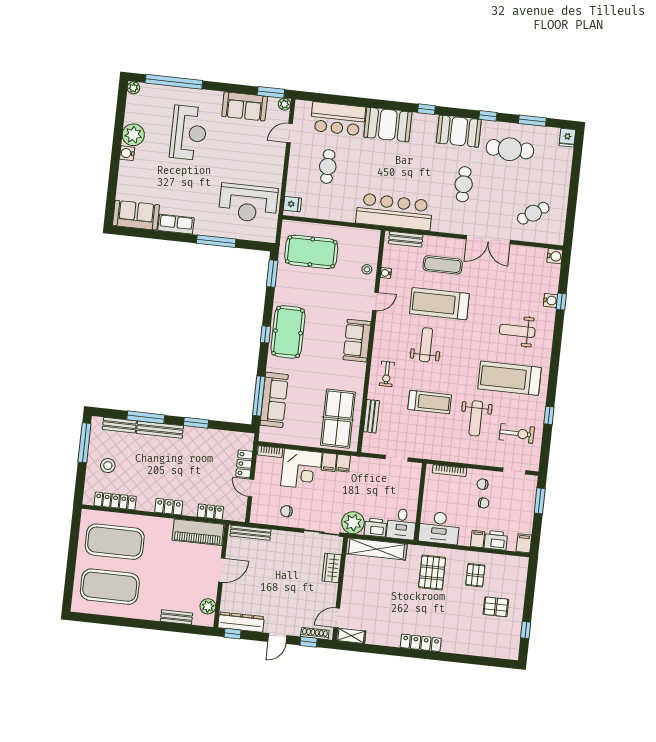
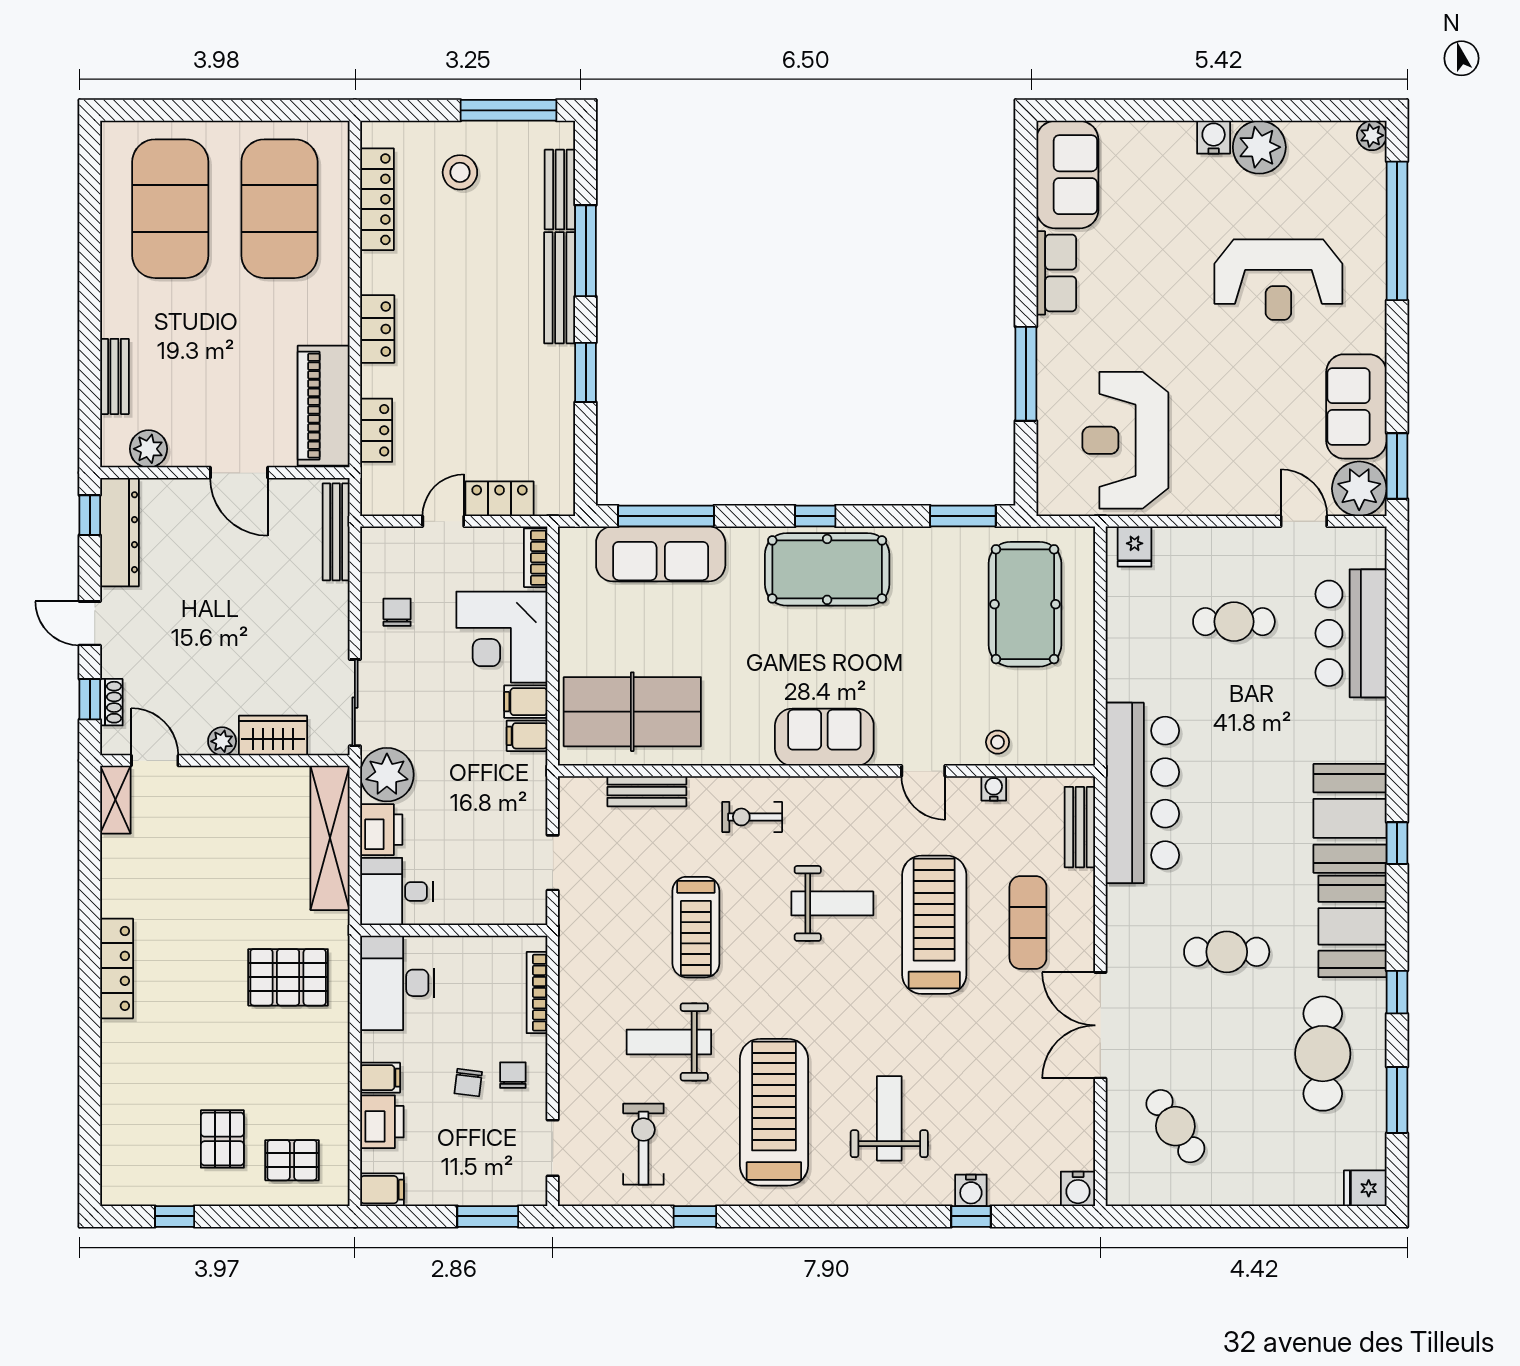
plant: (284, 104) -> (1359, 489), width x1.87, depth x1.87
booth: (388, 125) -> (1350, 818), moved
exercise bike: (517, 433) -> (643, 1144), turned 180
pallet: (475, 575) -> (292, 1160), moved
plant: (332, 589) -> (222, 741), added
shoe rack: (315, 634) -> (111, 702), width x0.70

